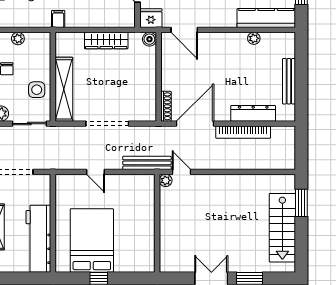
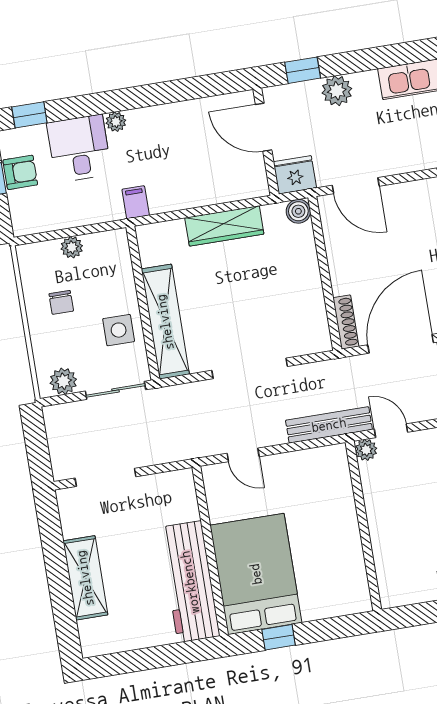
wall: (53, 223) -> (210, 551), moved
workbench: (38, 239) -> (190, 582), moved

